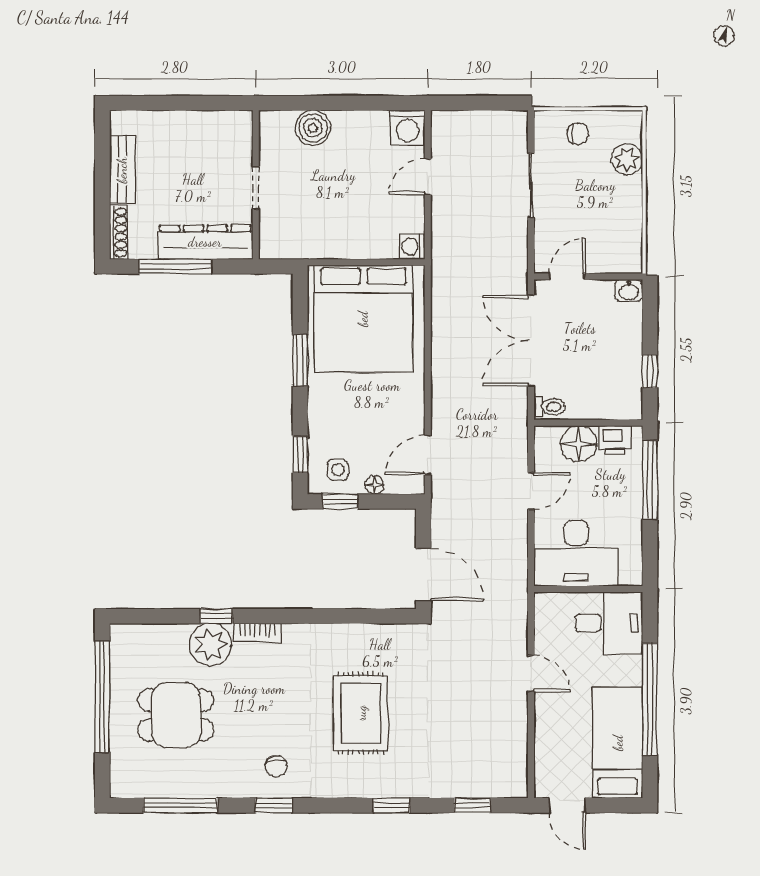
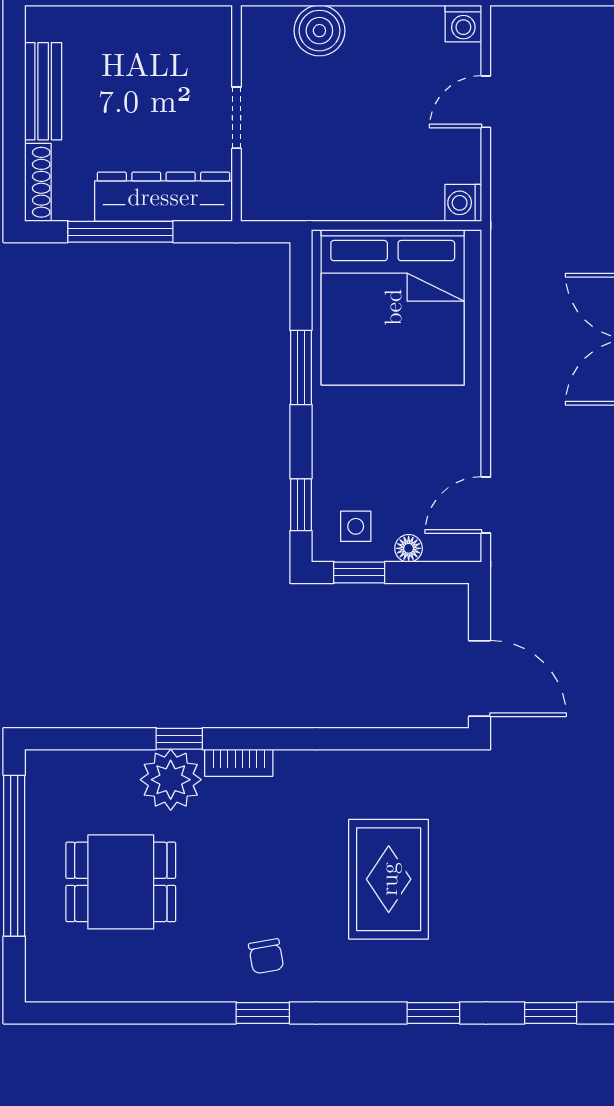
washing machine: (407, 128) -> (463, 23), width x0.73, depth x0.73
window: (181, 805) -> (127, 1013), removed

